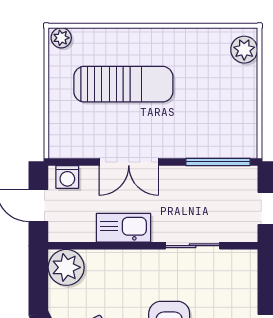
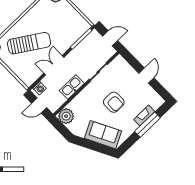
sun lounger: (123, 84) -> (29, 43), turned 33
double door: (129, 162) -> (54, 65), swing flipped

